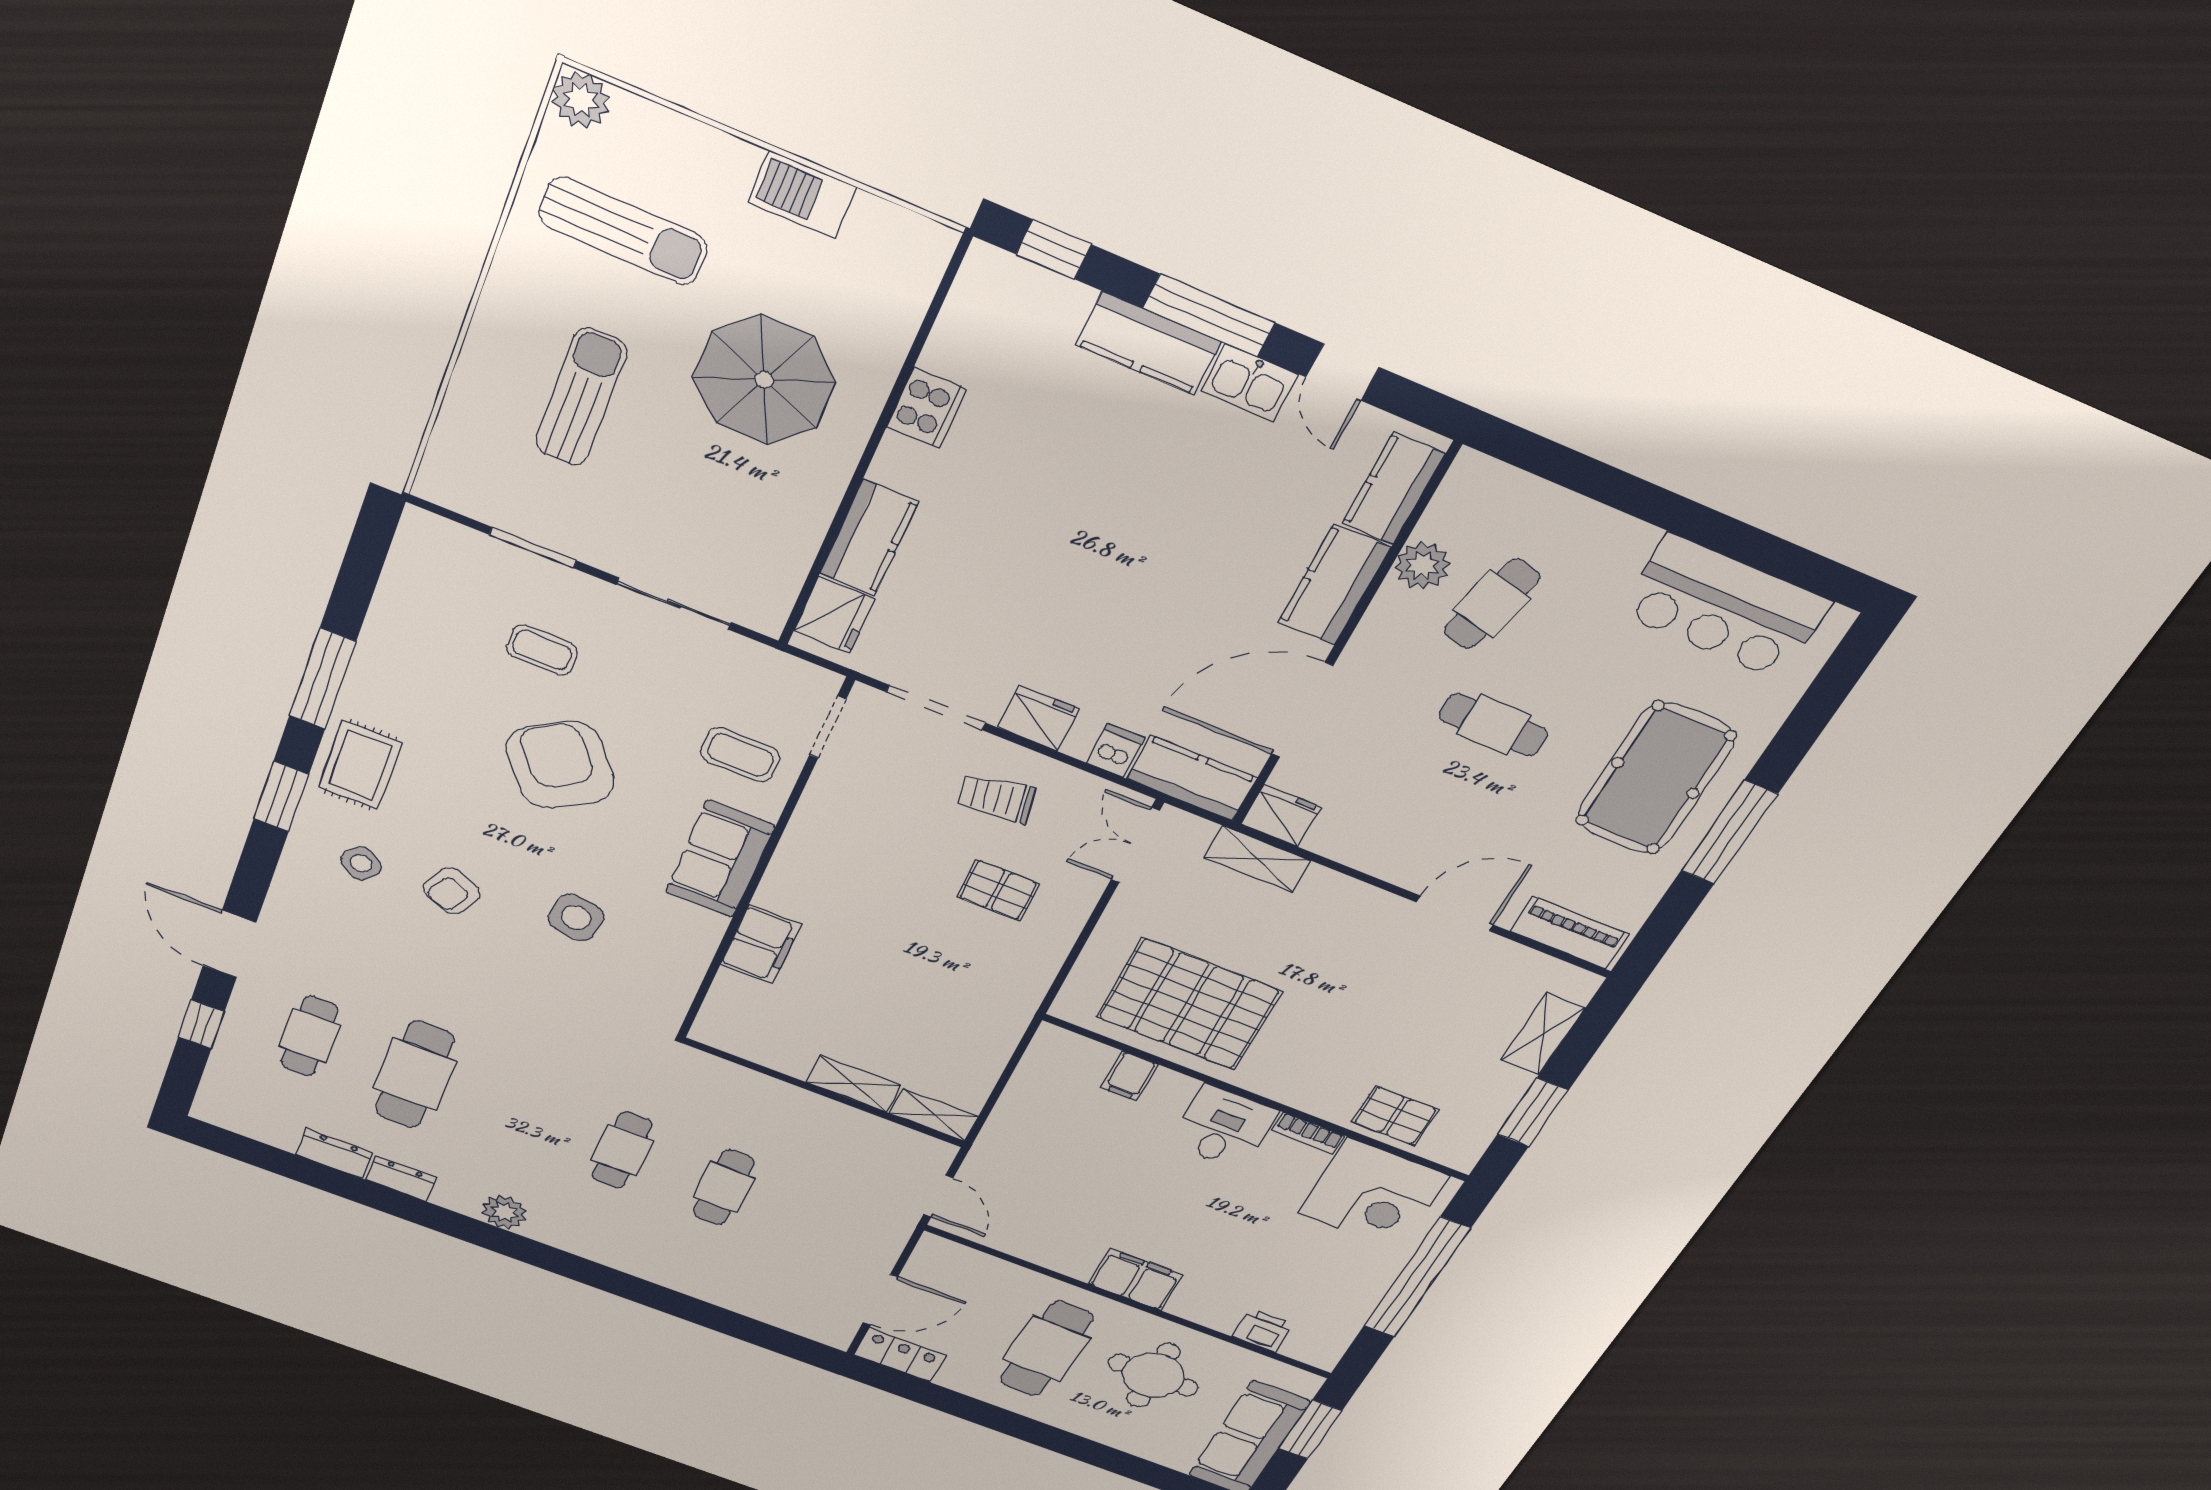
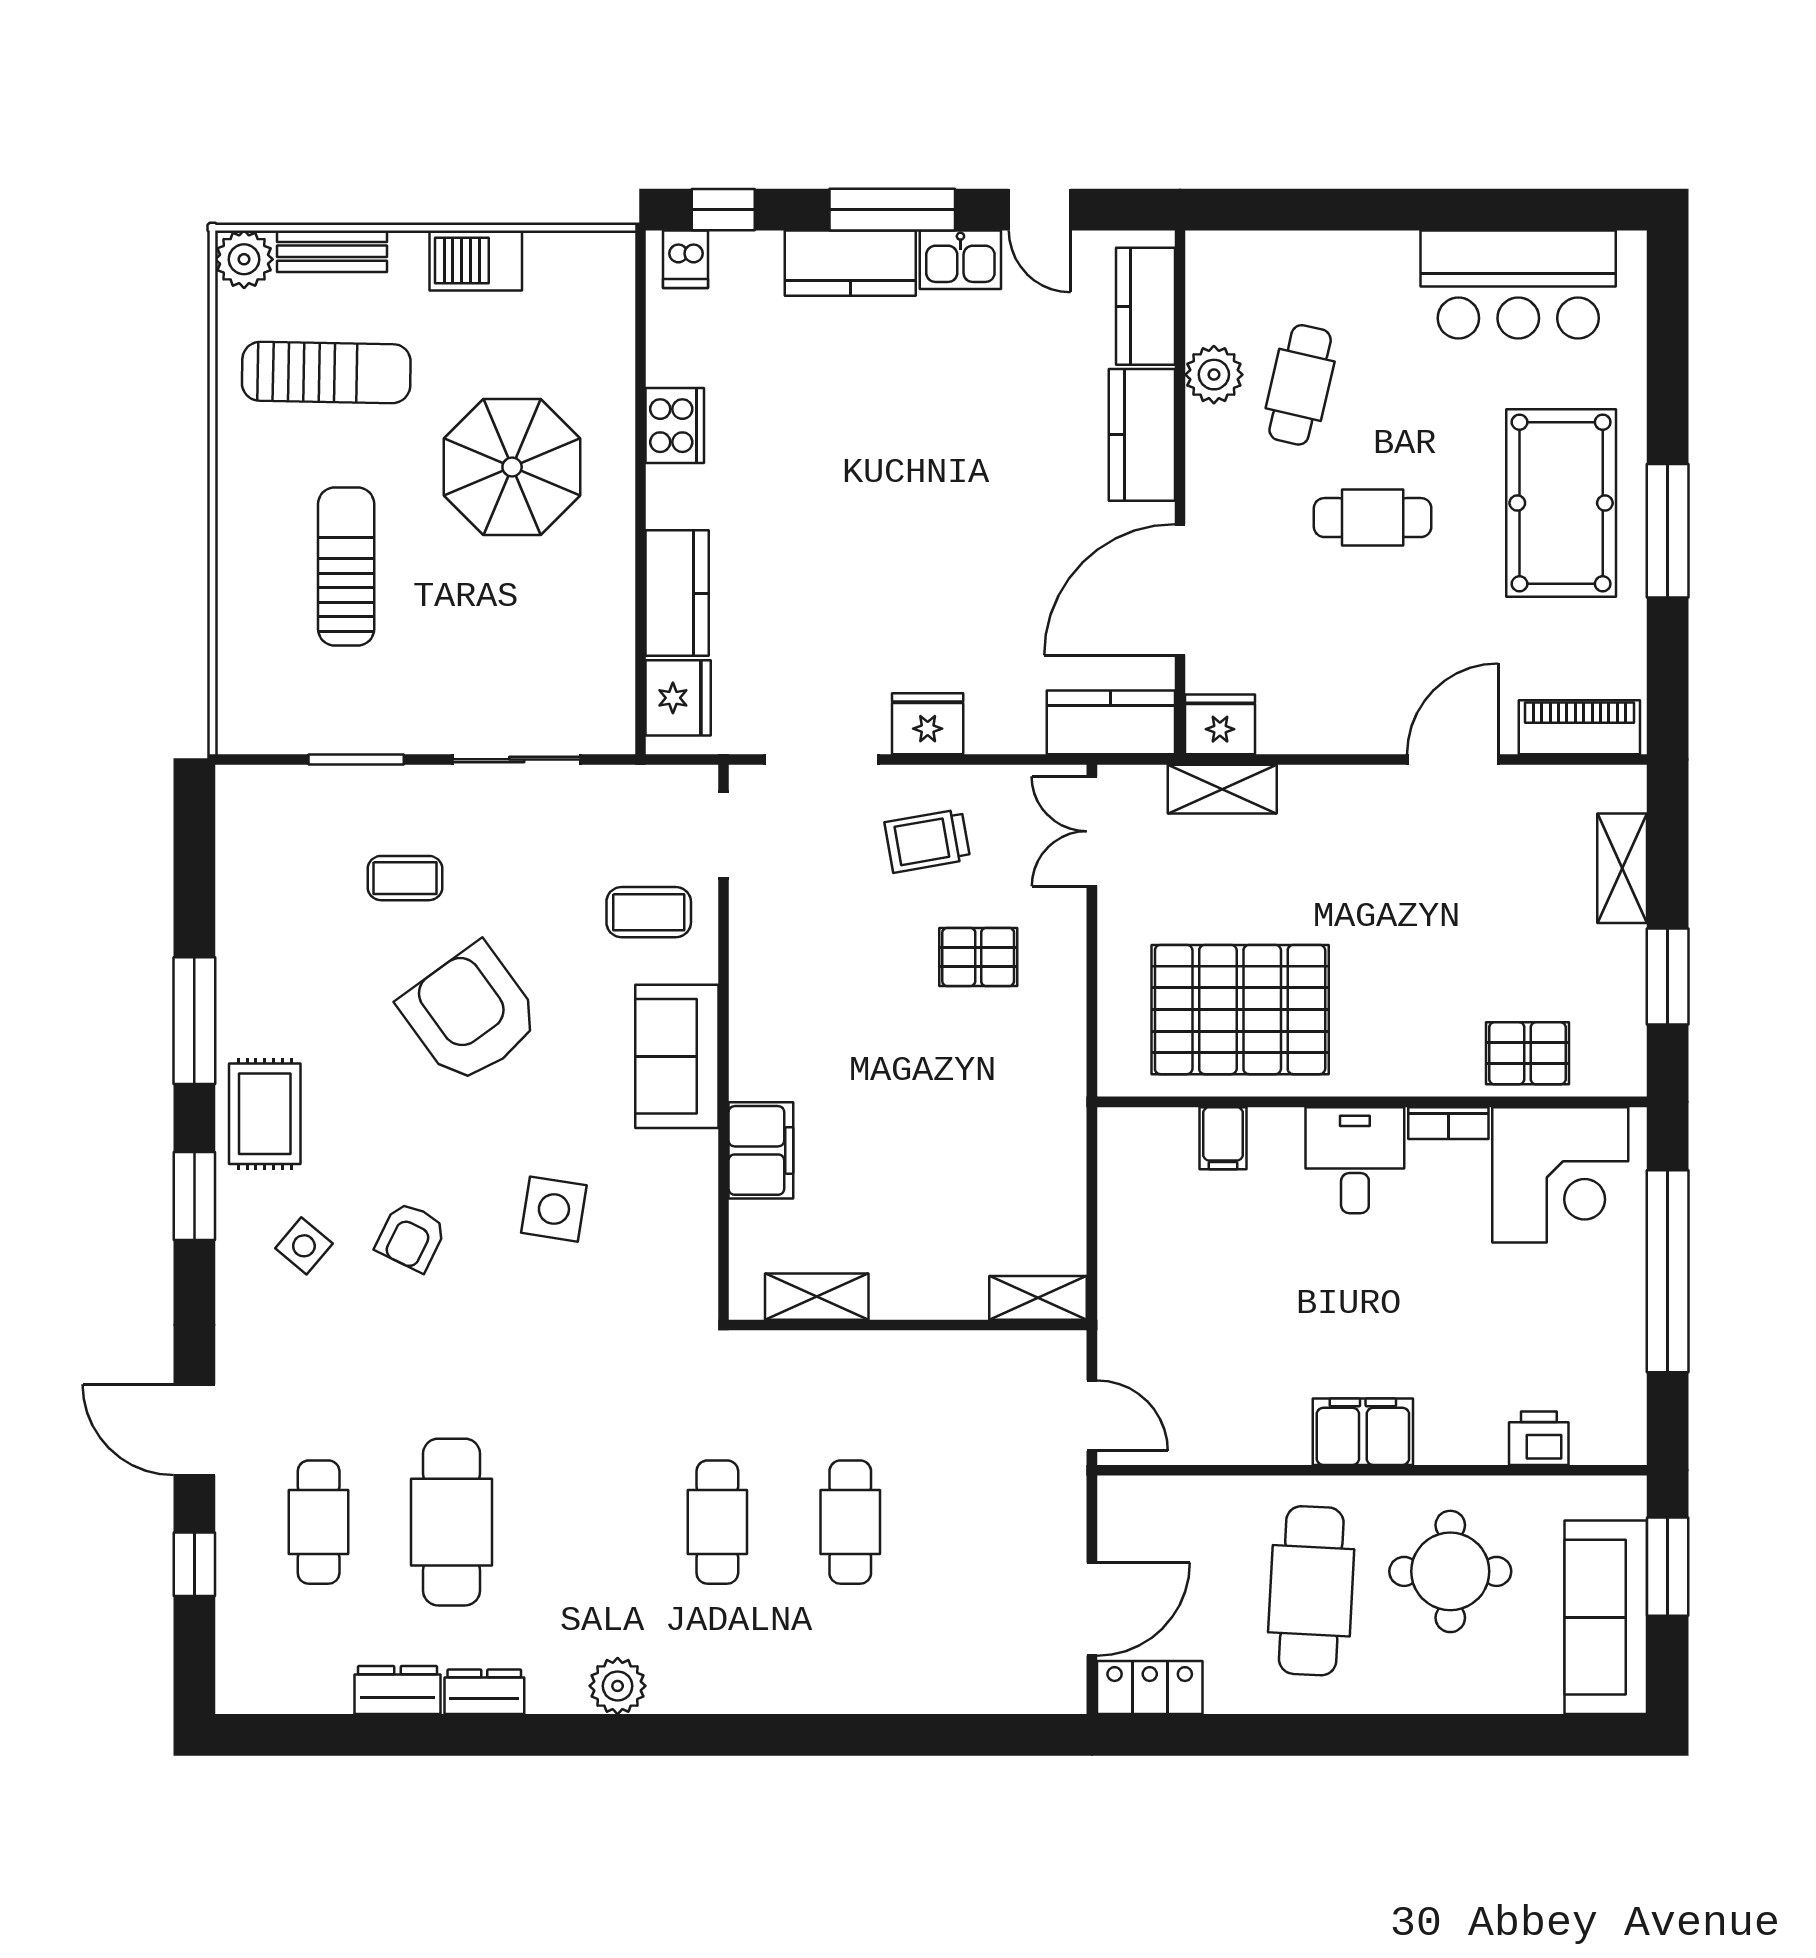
bench: (668, 129) -> (332, 251), added
dishwasher: (1115, 750) -> (686, 259), moved, turned 180
shelving: (853, 1084) -> (817, 1297), moved

